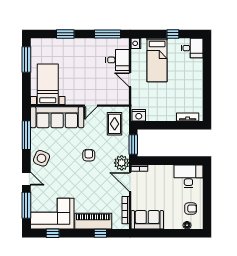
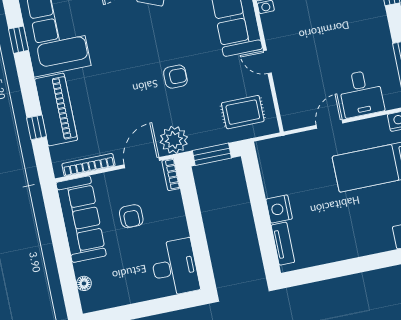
nightstand: (139, 115) -> (279, 209), moved
armchair: (191, 209) -> (131, 216), moved
sofa: (147, 220) -> (81, 219), width x1.36

